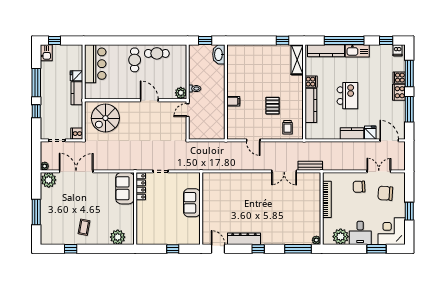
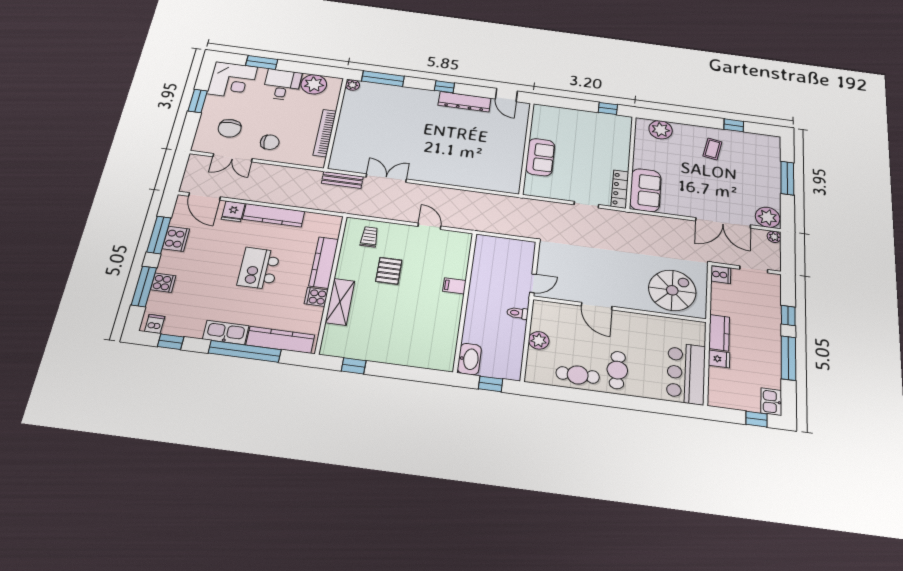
shelving: (297, 60) -> (340, 302), moved
cooker: (399, 92) -> (176, 239), moved
plant: (181, 93) -> (539, 340), moved
kitchen counter: (352, 134) -> (274, 215), width x1.50
chair: (385, 193) -> (230, 128), turned 86
window: (173, 249) -> (608, 109), moved

